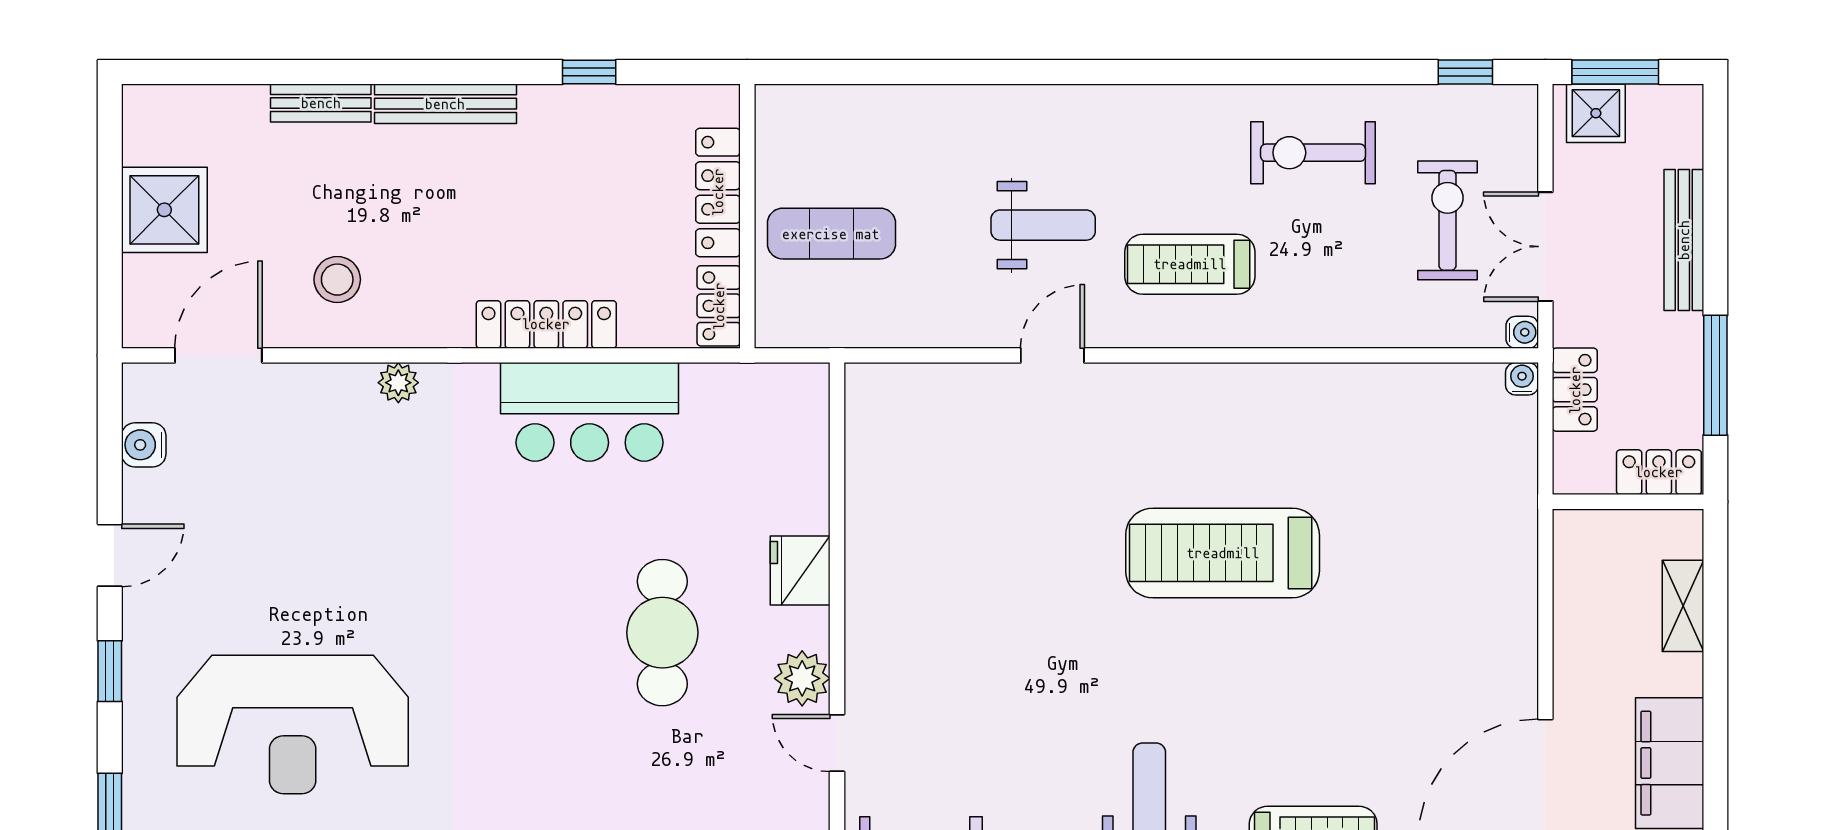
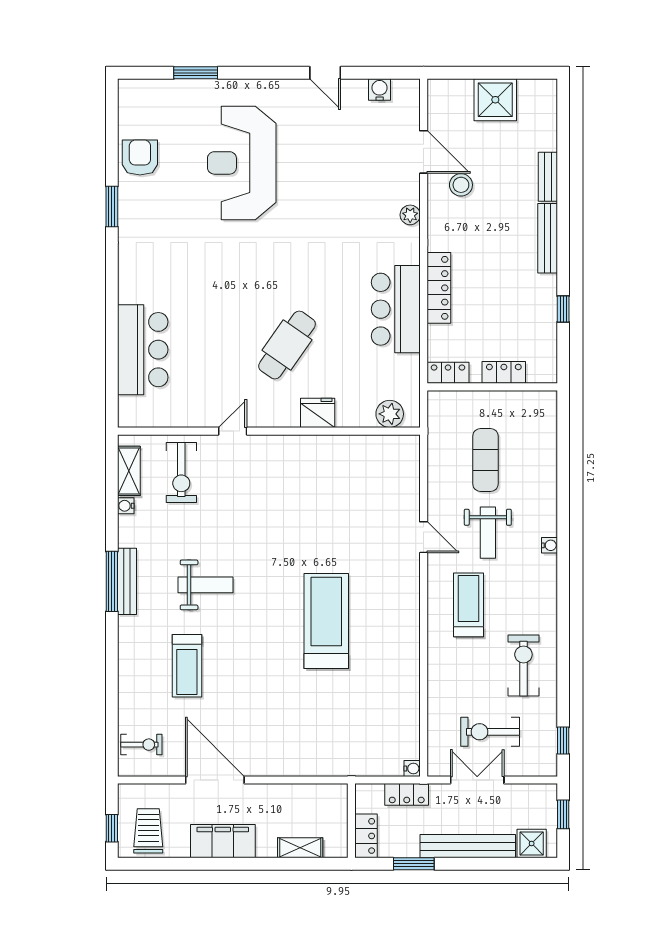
window: (1615, 72) -> (563, 814), width x0.67
shower: (1596, 113) -> (532, 843), moved
locker: (718, 192) -> (504, 372), width x0.66
exercise bike: (1447, 220) -> (490, 732), turned 180
exercise mat: (831, 234) -> (485, 460), moved
bench: (1684, 240) -> (468, 846), width x1.37, depth x1.21
water cooler: (1522, 332) -> (549, 545), moved, turned -90
door: (218, 355) -> (424, 152), moved
window: (1715, 375) -> (414, 864), width x0.69
cafe table: (662, 633) -> (287, 345), turned -55
window: (110, 671) -> (268, 73), removed
plant: (802, 678) -> (390, 414), moved

